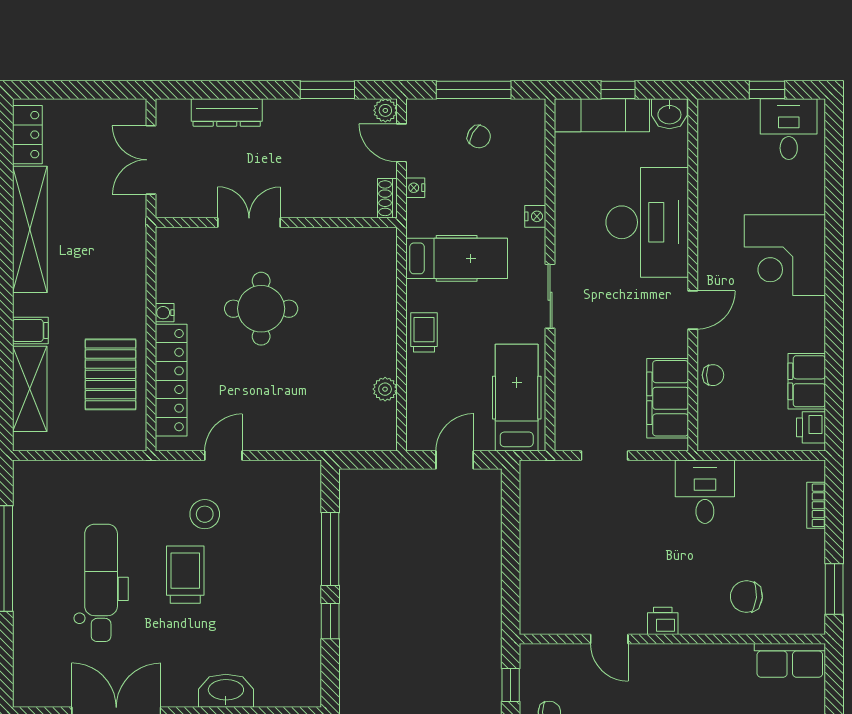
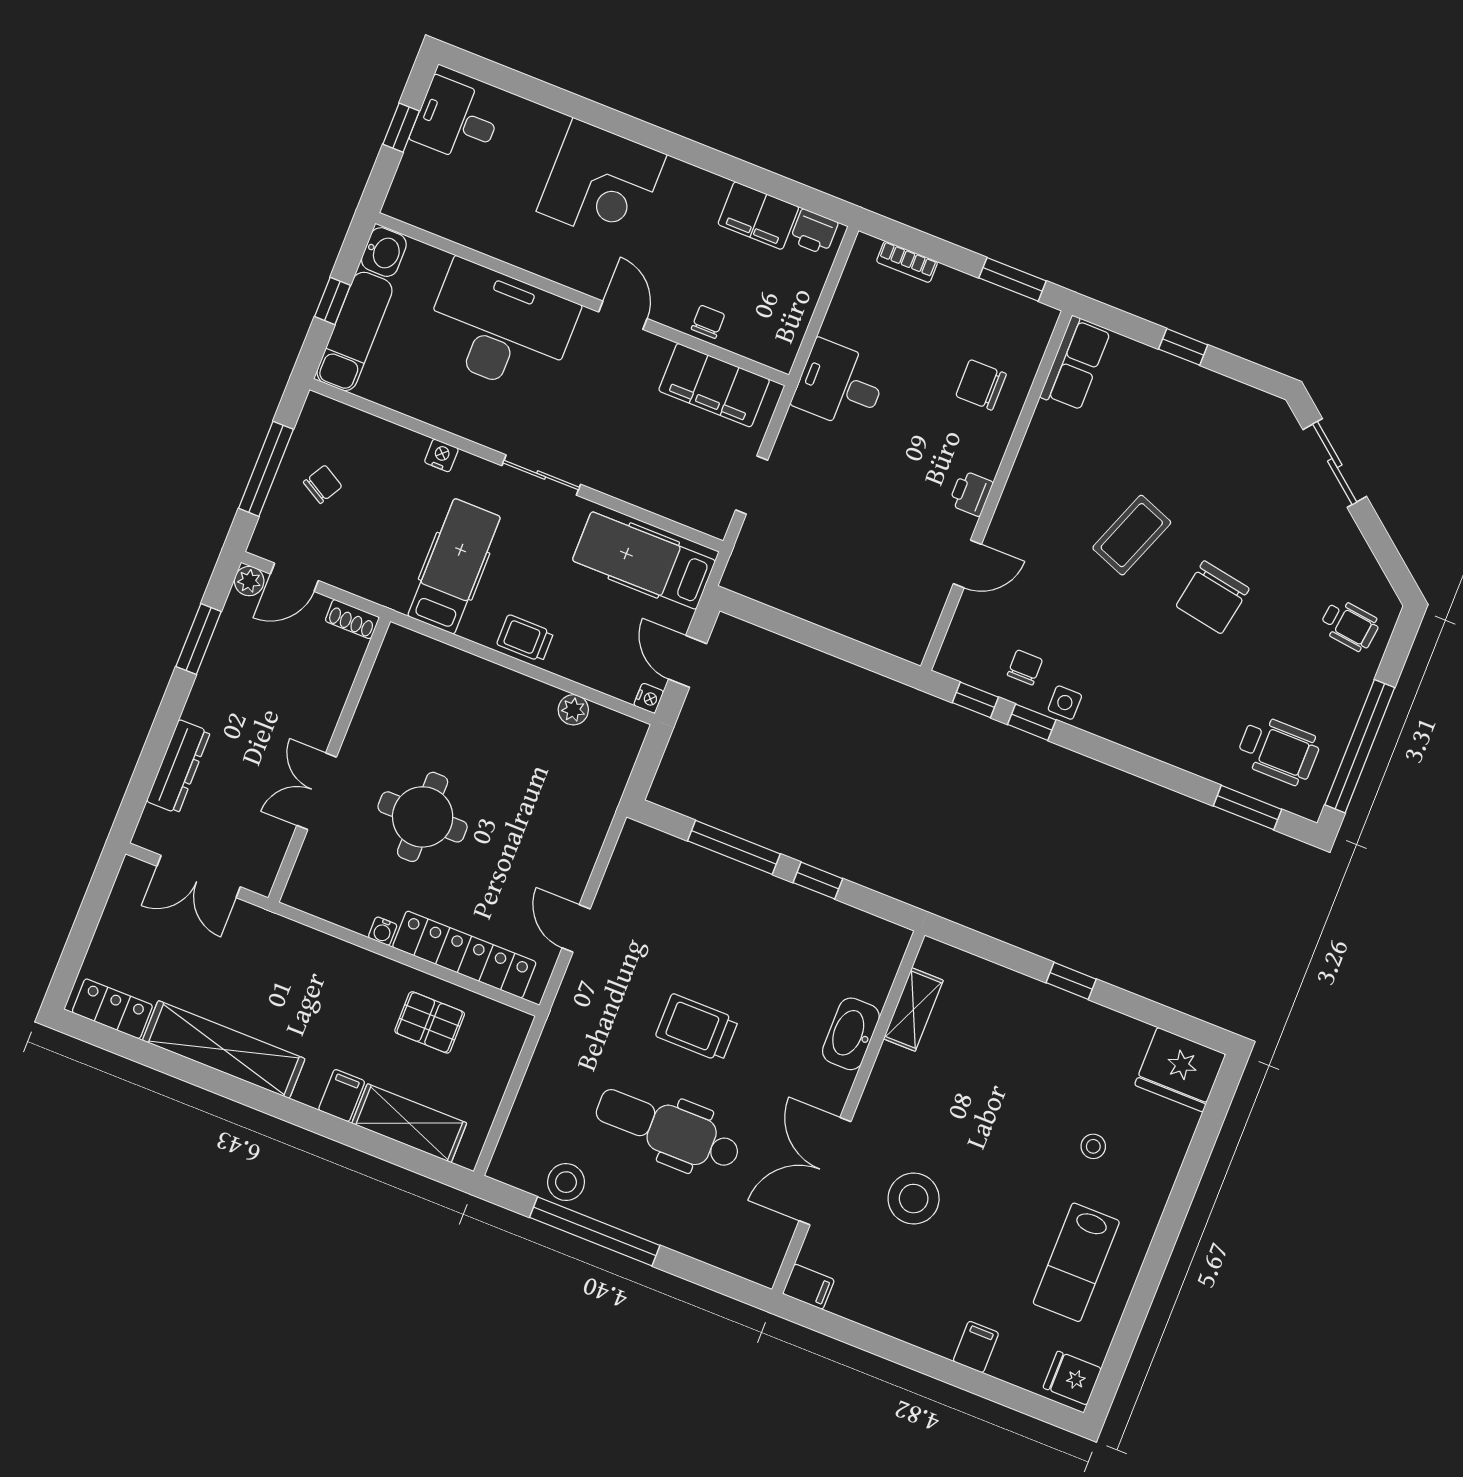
nightstand: (415, 188) -> (649, 698), moved, turned -90
pallet: (111, 374) -> (430, 1022), width x0.67, depth x0.71
stool: (205, 514) -> (566, 1182), moved
chair: (746, 597) -> (981, 385), turned 85

